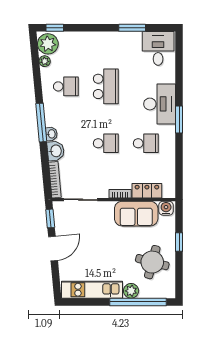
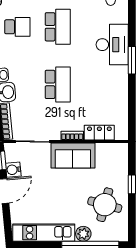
school desk: (106, 143) -> (58, 84), width x1.85
school desk: (146, 143) -> (98, 84), removed
water cooler: (166, 208) -> (13, 170), moved, turned -95
sofa: (136, 214) -> (73, 156), moved

